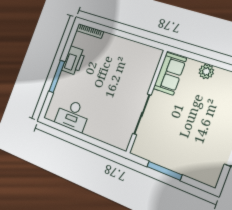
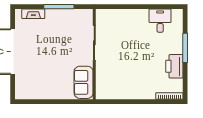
plant: (206, 72) -> (55, 93), removed
desk: (72, 115) -> (160, 21), width x0.73
fireplace: (196, 174) -> (33, 14), added

